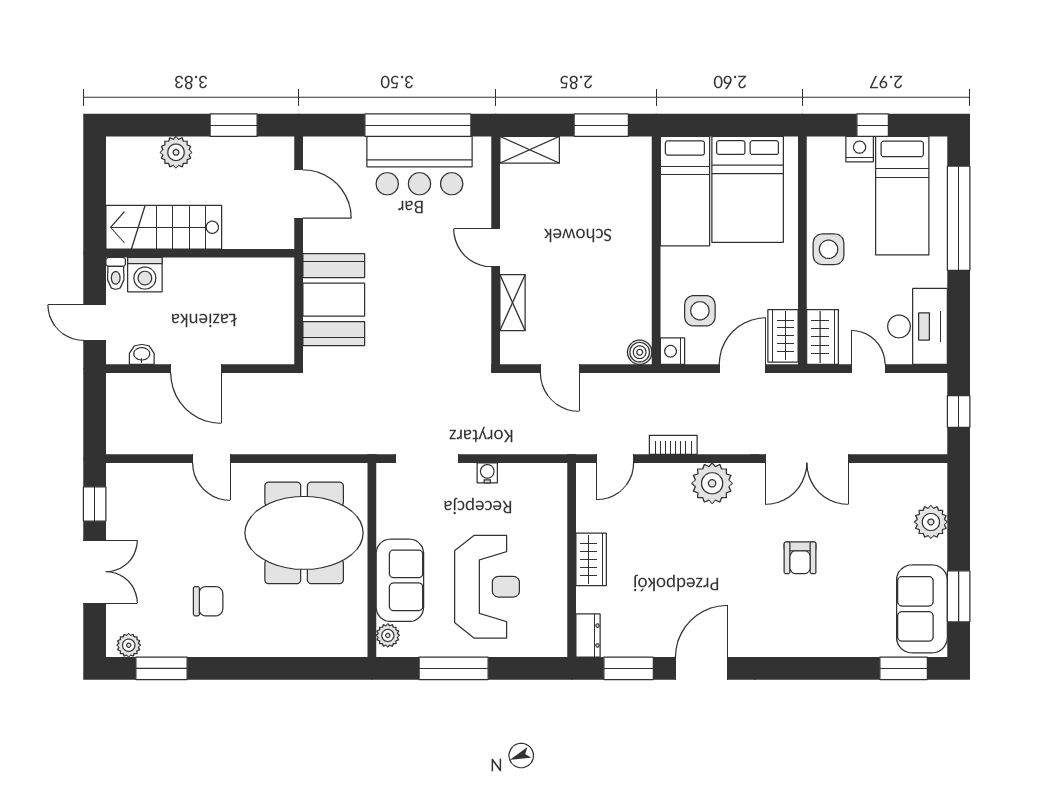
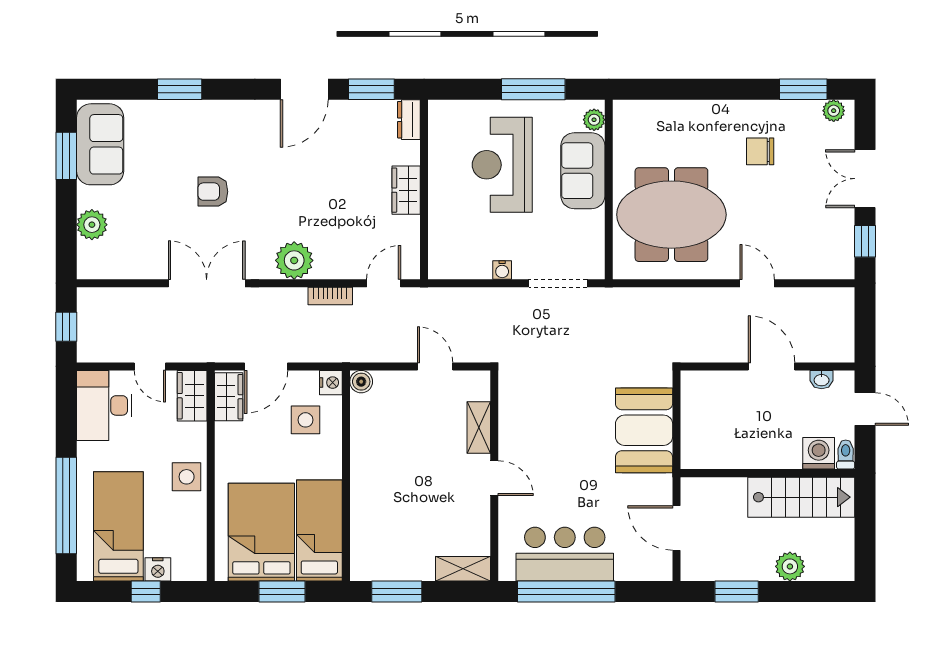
window: (725, 125) -> (282, 591), added
armchair: (800, 558) -> (213, 192), turned -90
window: (904, 668) -> (180, 89), moved

